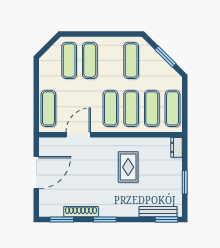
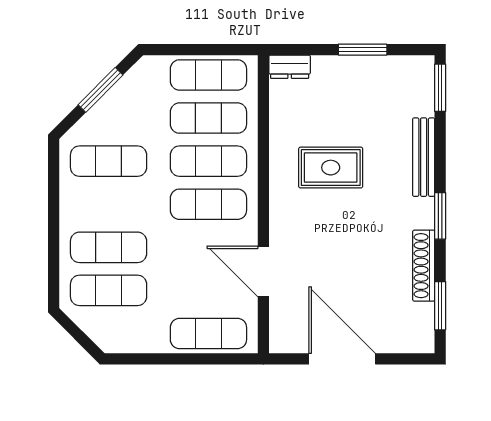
bench: (158, 212) -> (424, 157), moved

